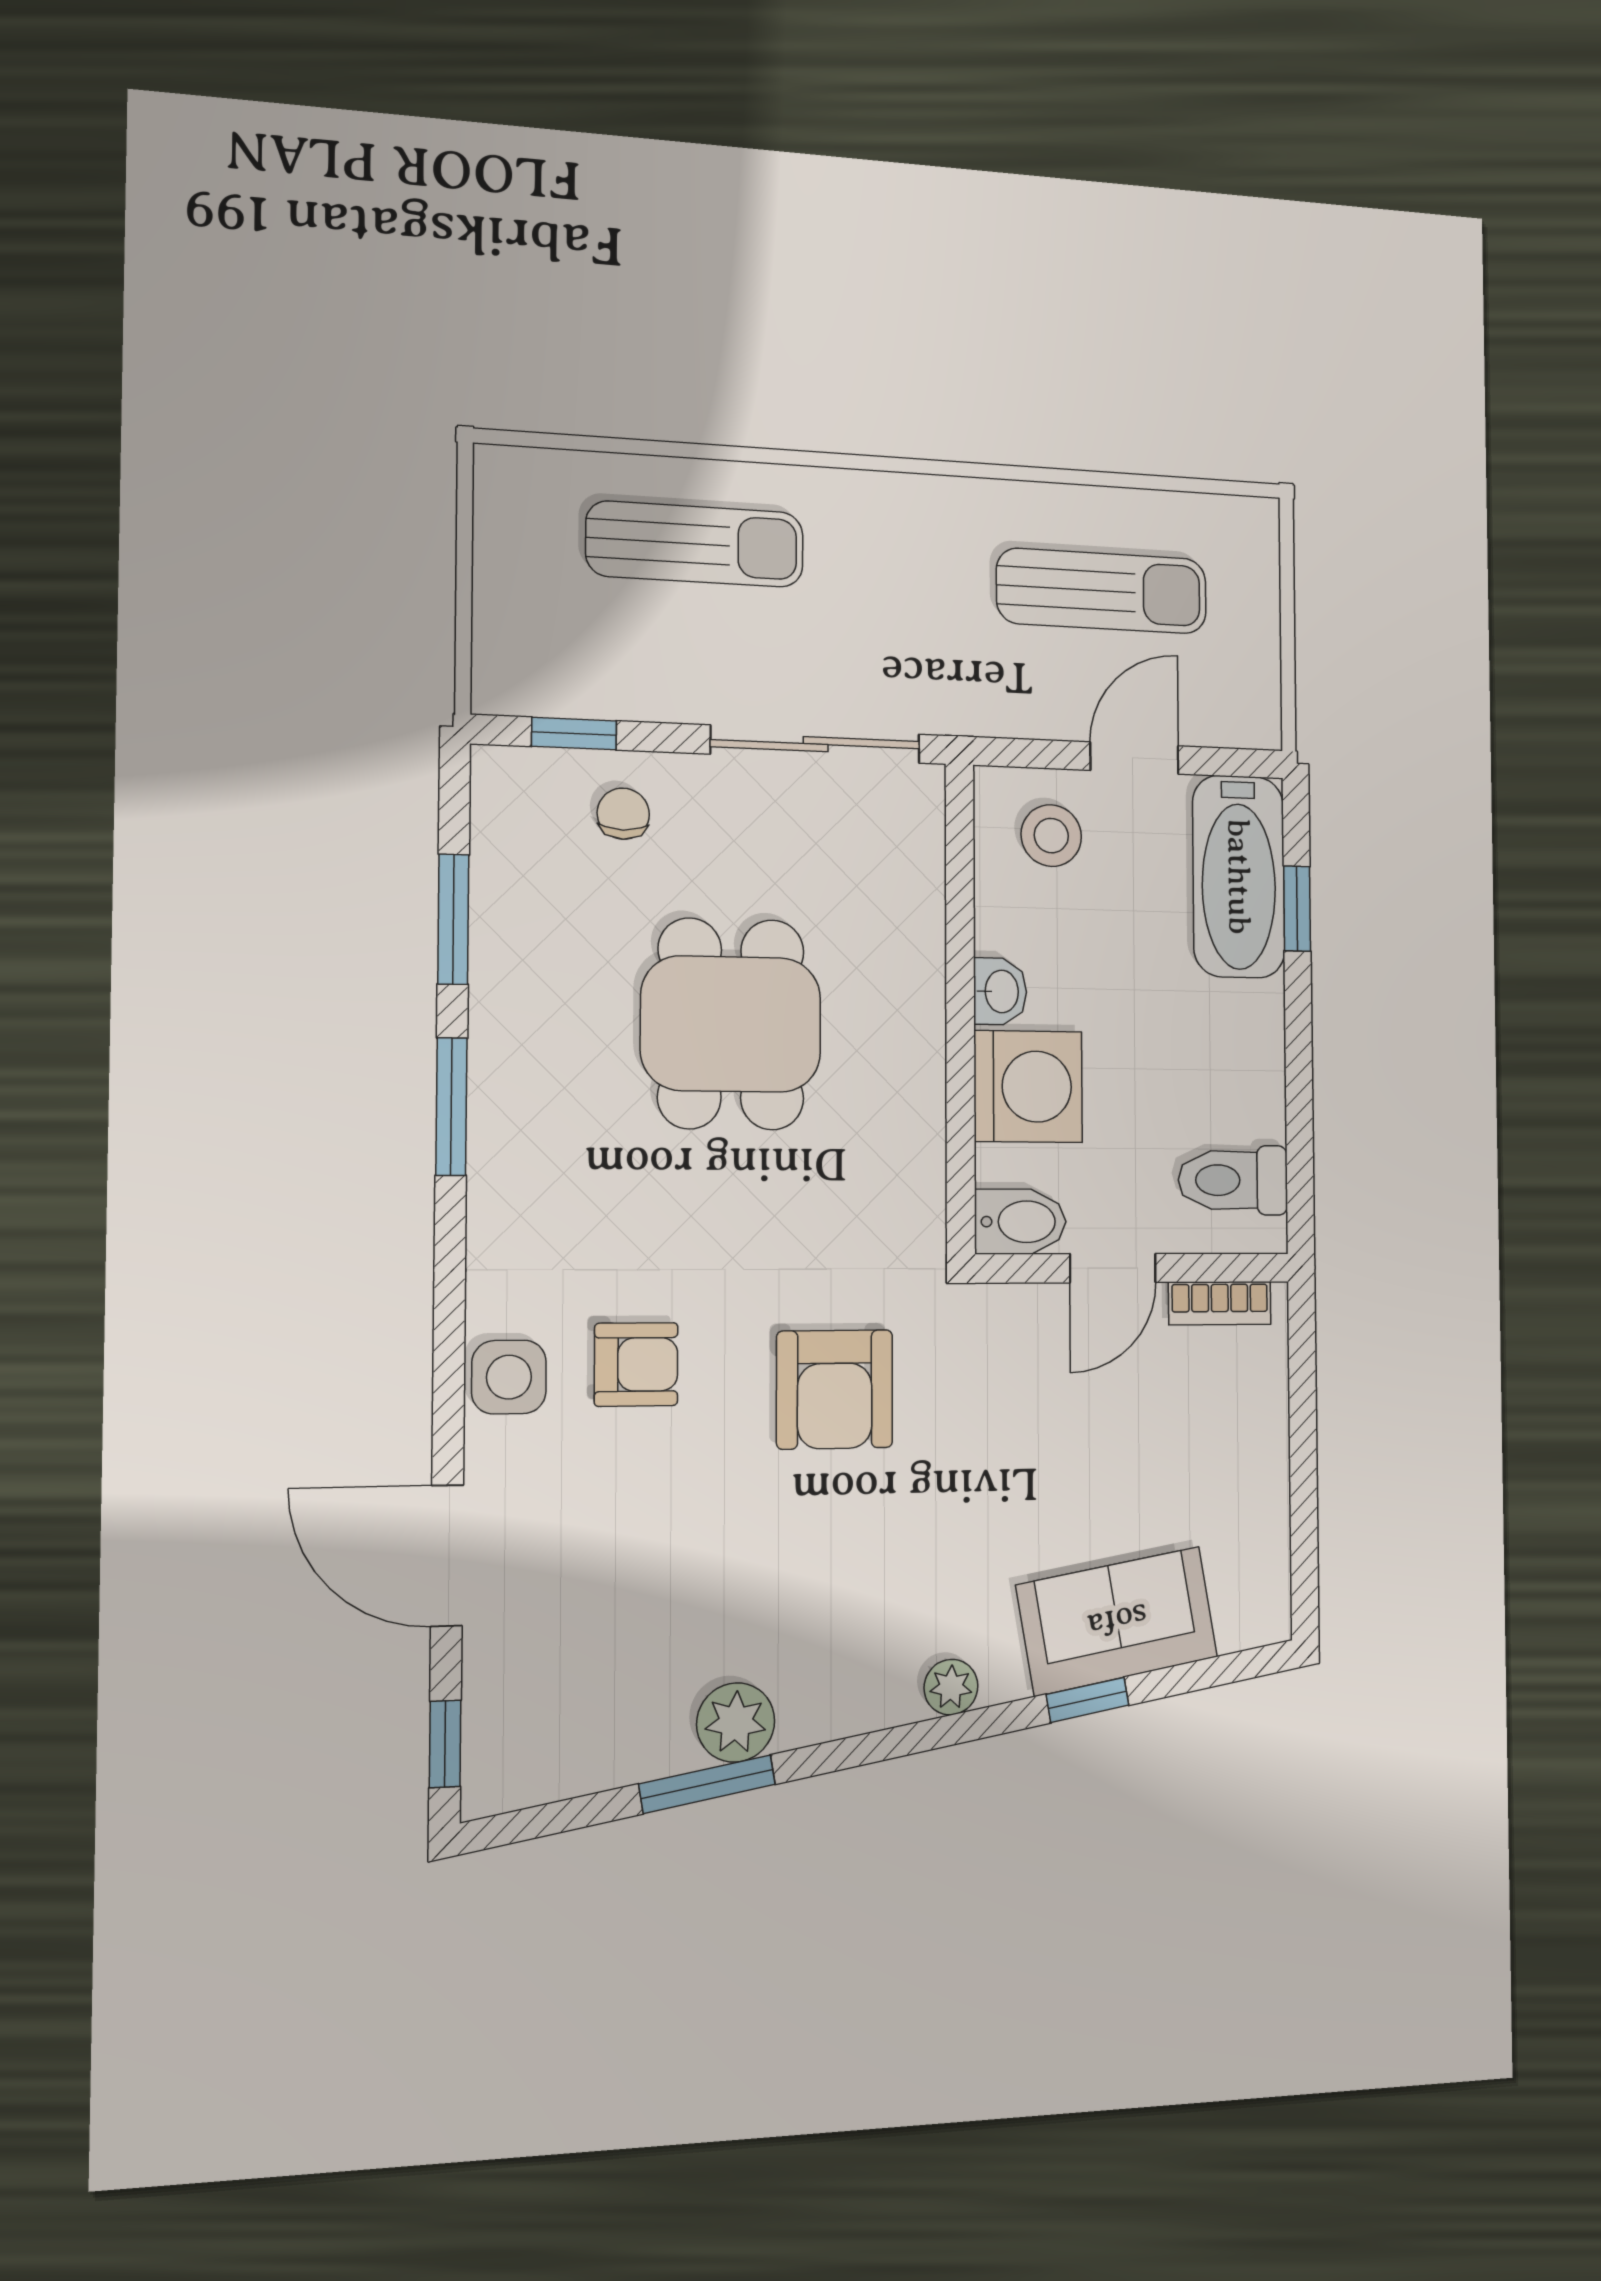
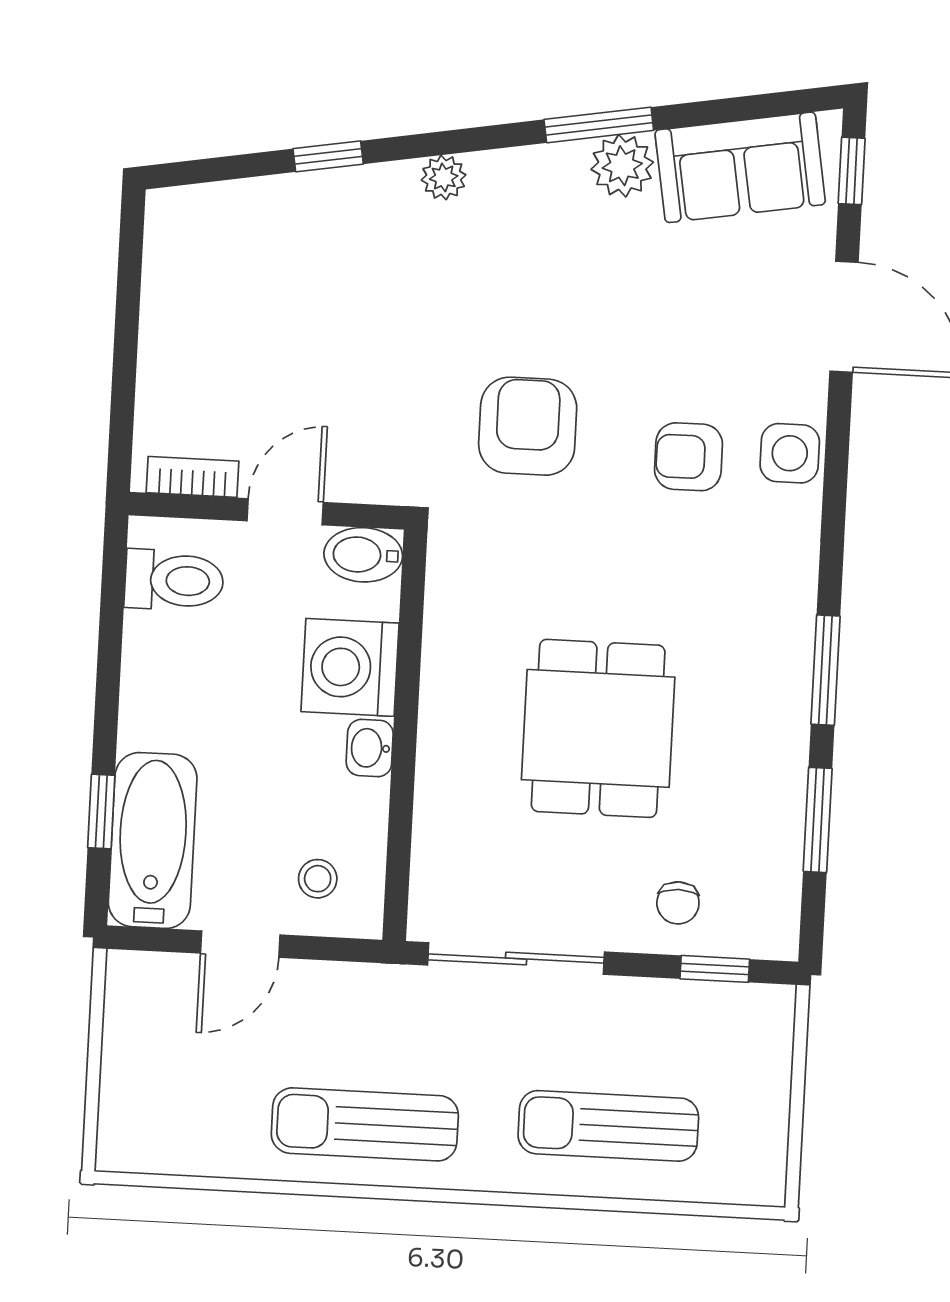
sun lounger: (1102, 591) -> (365, 1124), moved
stool: (1051, 836) -> (318, 879), width x0.73, depth x0.73
sofa: (1117, 1621) -> (740, 167), moved
window: (707, 1784) -> (599, 125), moved

